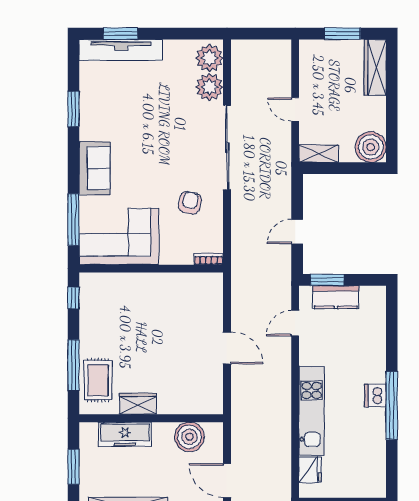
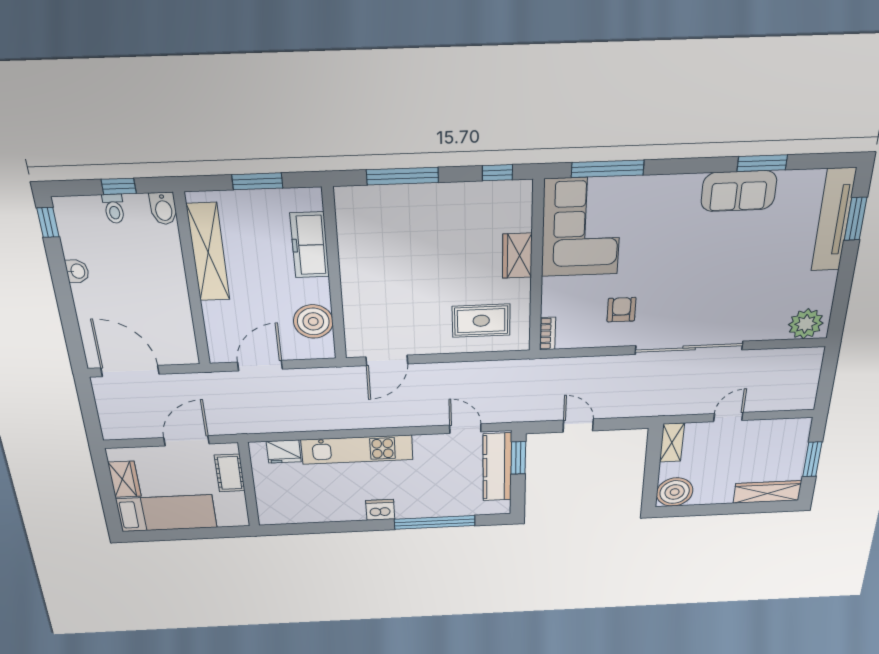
plant: (209, 87) -> (769, 325), removed
sofa: (95, 168) -> (739, 191), moved
armchair: (190, 203) -> (621, 310), turned -103
kitchen counter: (336, 297) -> (497, 467), width x1.50
door: (227, 348) -> (387, 360), moved
rug: (98, 380) -> (481, 321), moved
wardrobe: (138, 404) -> (517, 256), moved, turned 180
window: (392, 405) -> (435, 522), moved

